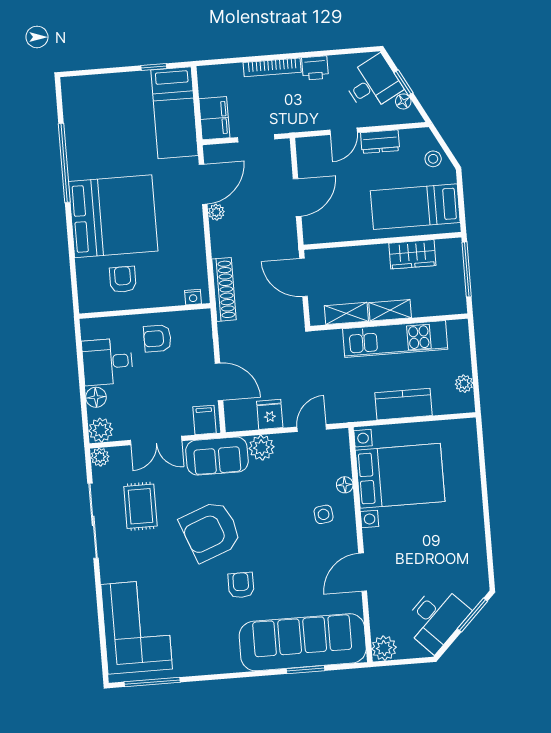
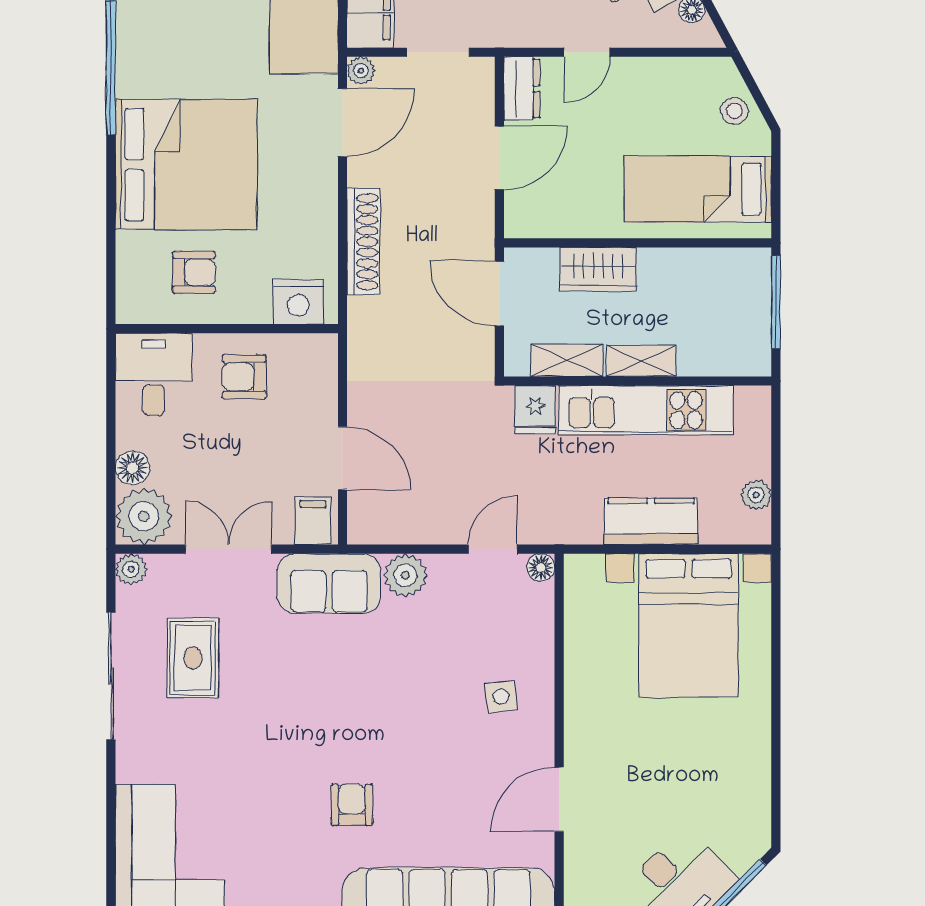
dresser: (380, 142) -> (522, 89), moved, turned -90
plant: (216, 212) -> (361, 71), moved
wardrobe: (412, 254) -> (598, 269), moved
armchair: (123, 279) -> (194, 272), turned 90
shoe rack: (224, 289) -> (363, 242), moved
nightstand: (193, 297) -> (298, 302), width x1.89, depth x1.79
desk: (107, 362) -> (154, 375), moved, turned 90
fridge: (270, 414) -> (535, 410), moved, turned 180
plant: (101, 430) -> (144, 516), width x1.36, depth x1.36
double door: (156, 441) -> (228, 549), swing flipped
bed with nightstands: (400, 476) -> (689, 626), moved, turned 90
floor lamp: (345, 485) -> (541, 568), moved
armchair: (211, 531) -> (308, 710), removed

